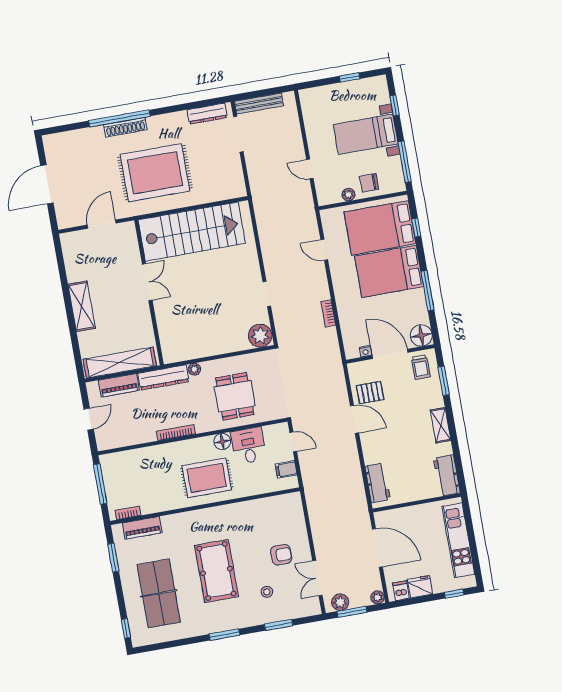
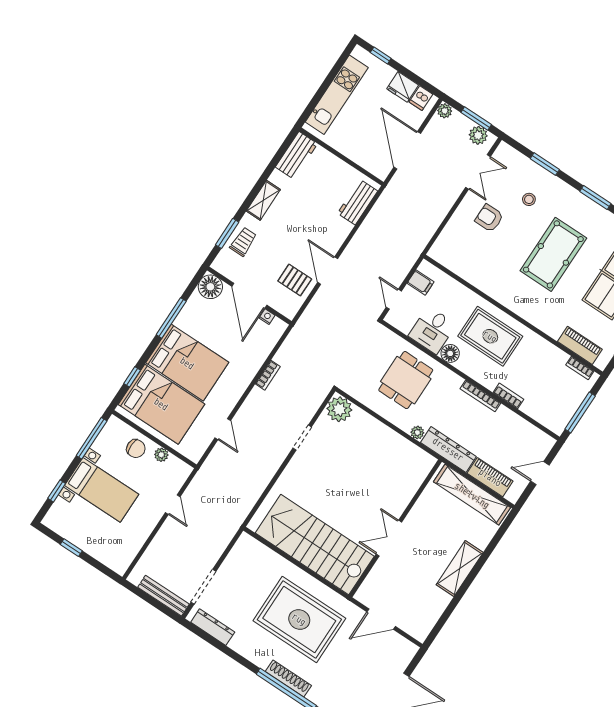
trolley: (421, 367) -> (243, 242), moved
bookcase: (157, 450) -> (508, 396), added

